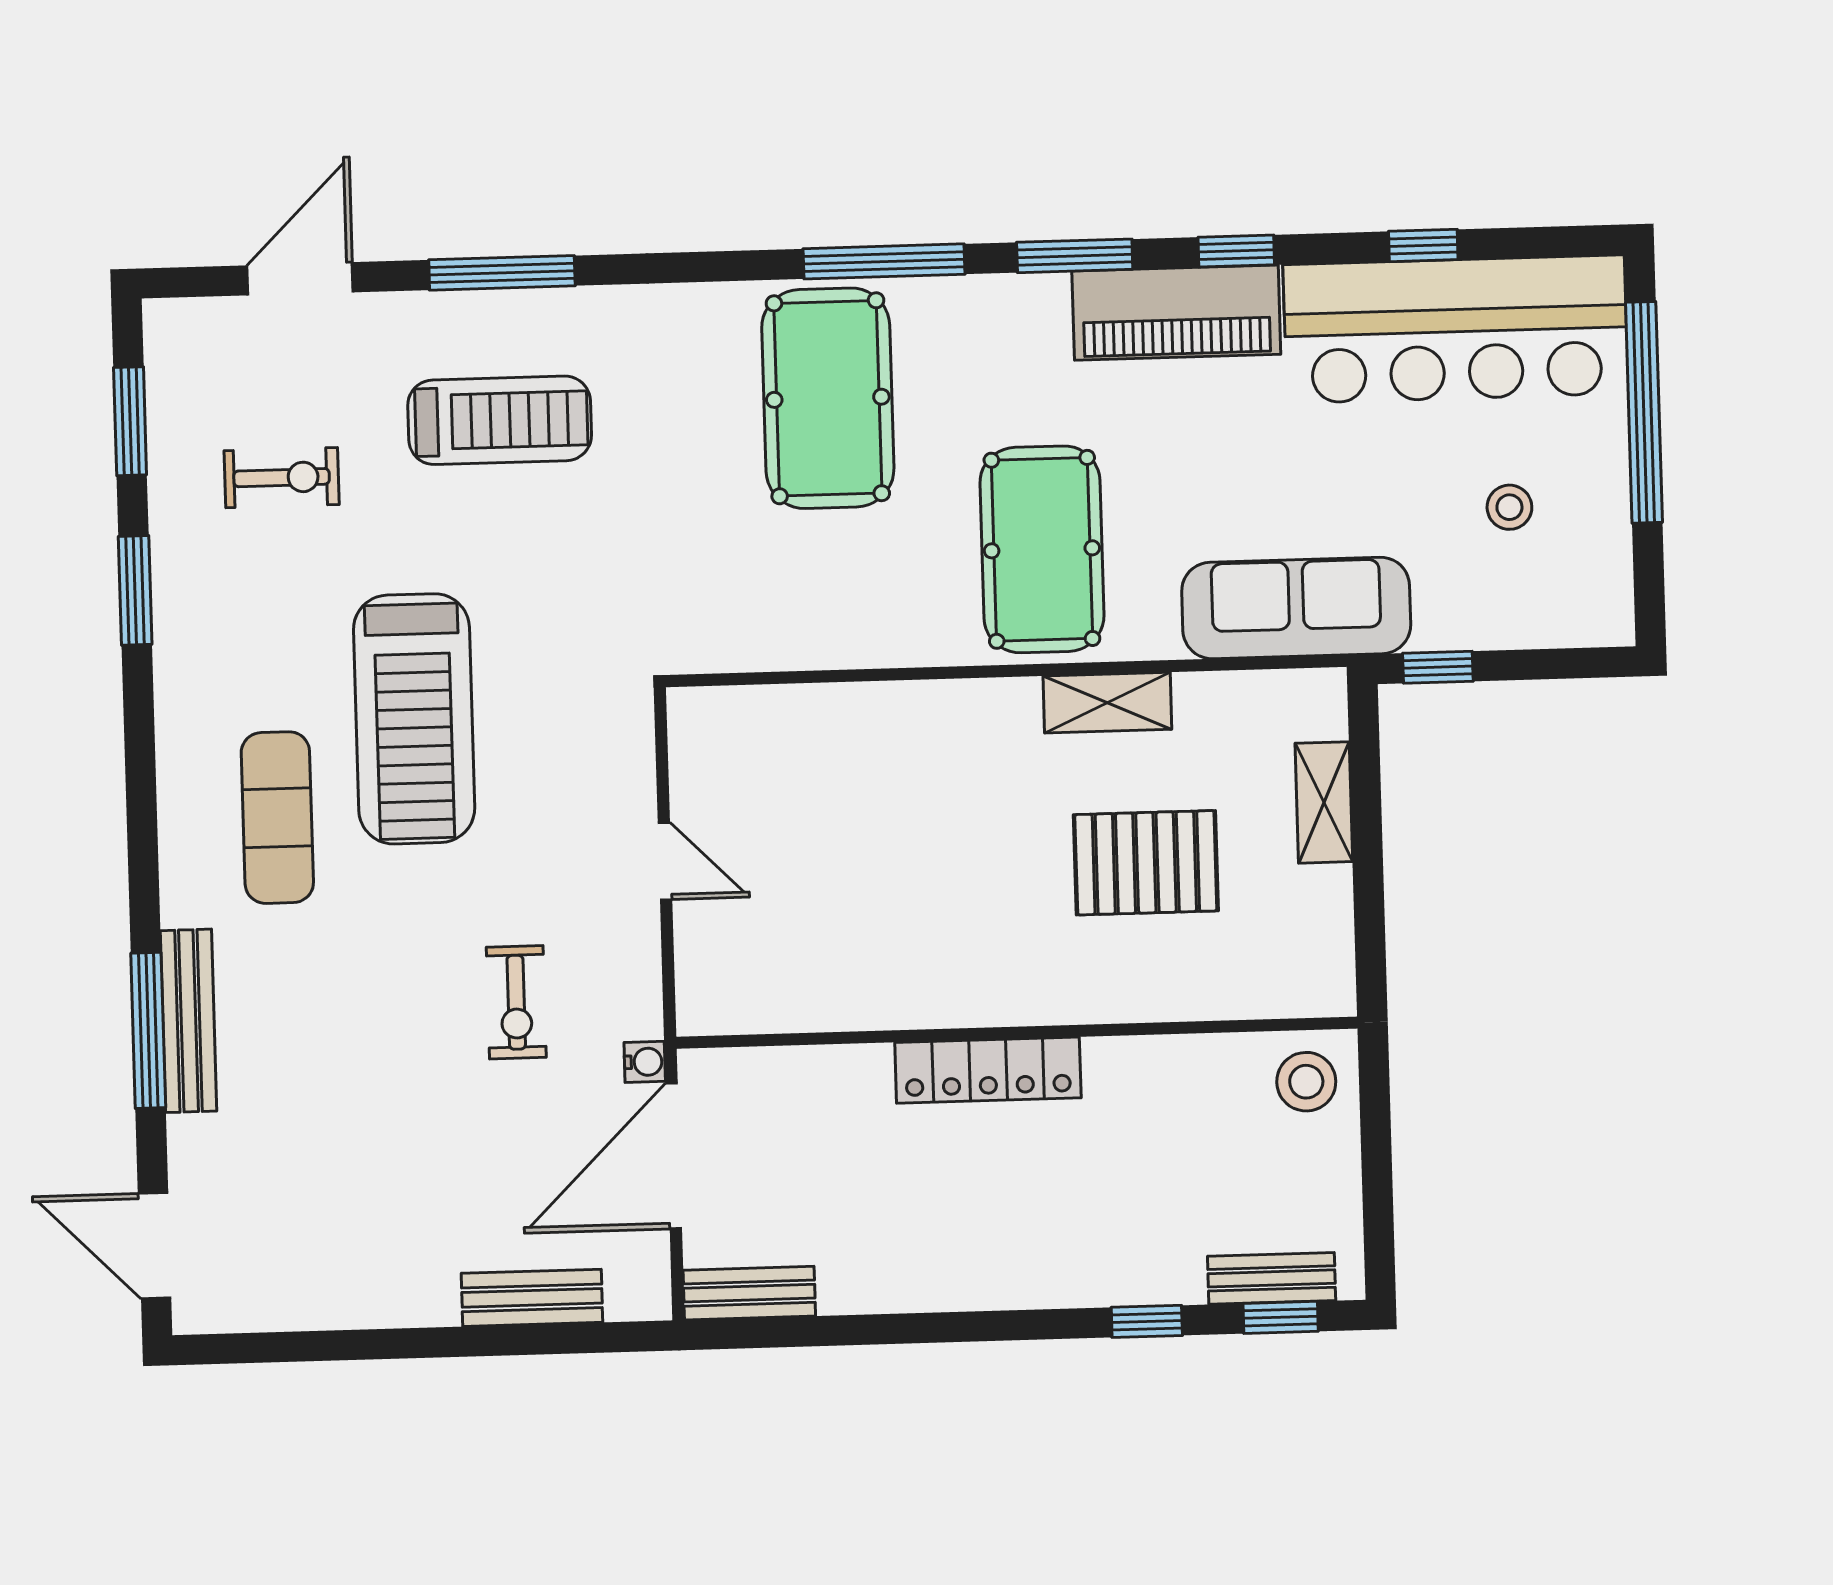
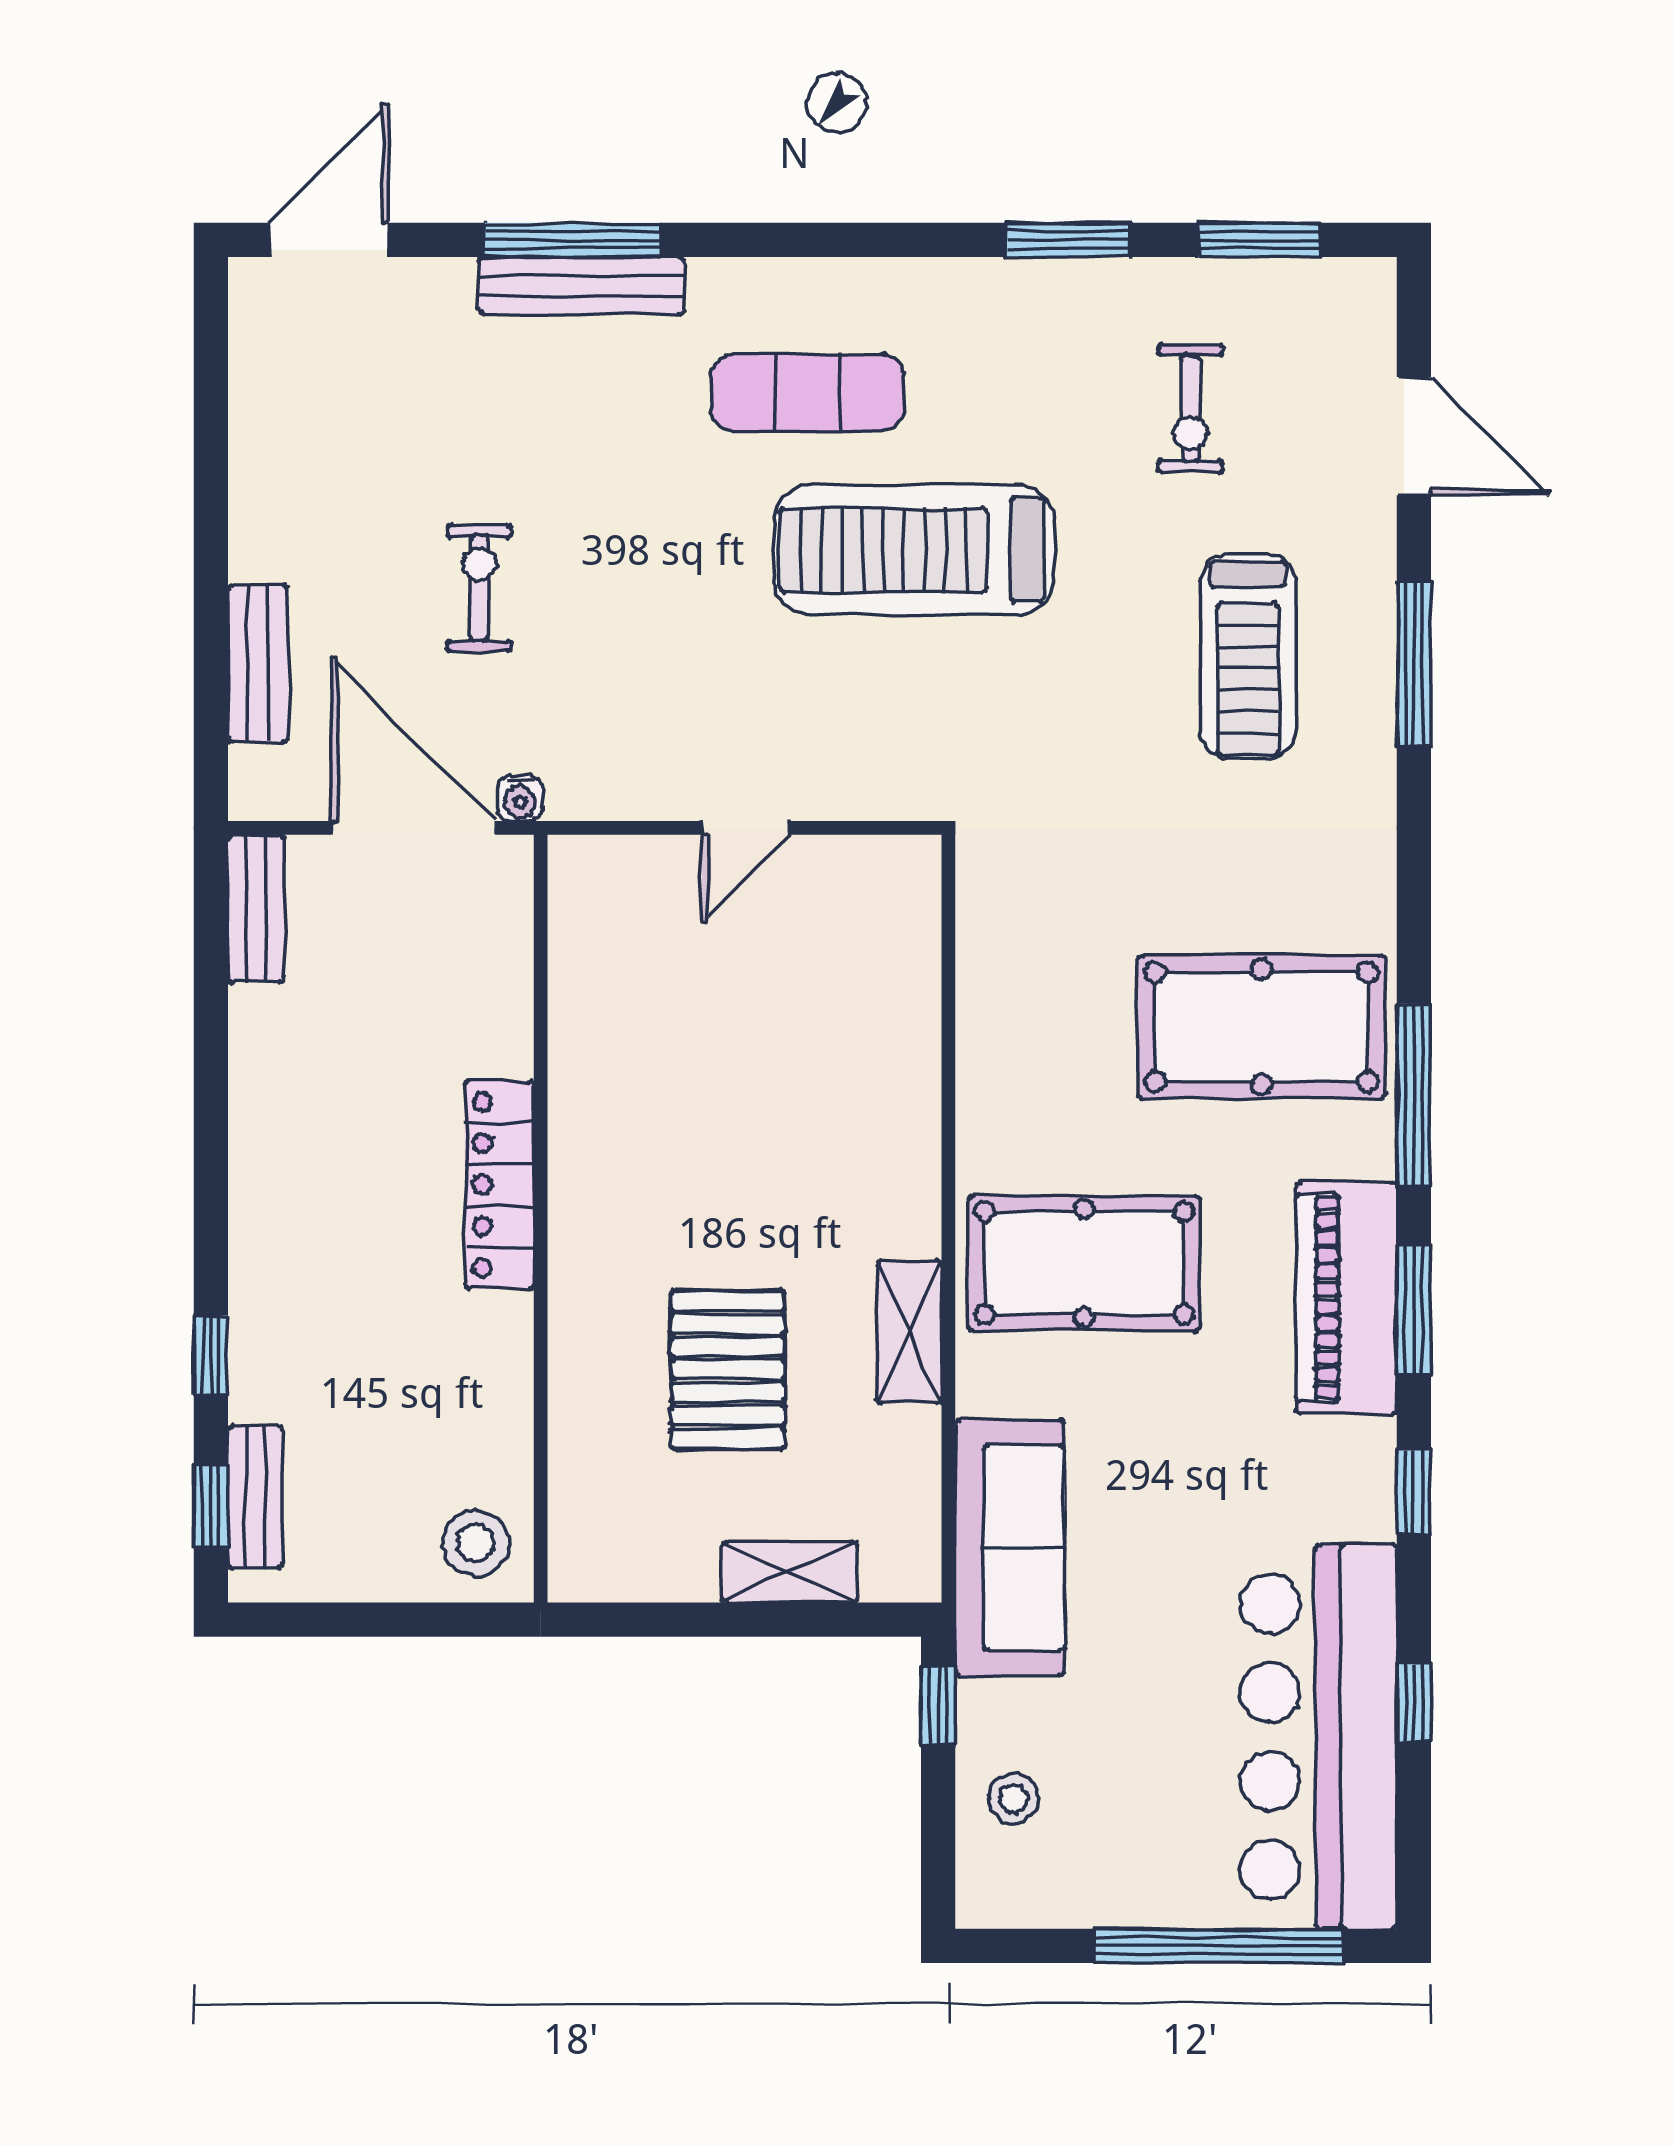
piano: (1176, 313) -> (1346, 1298), moved
stool: (1509, 507) -> (1014, 1799), moved
exercise bike: (516, 1002) -> (479, 588), moved, turned 90

